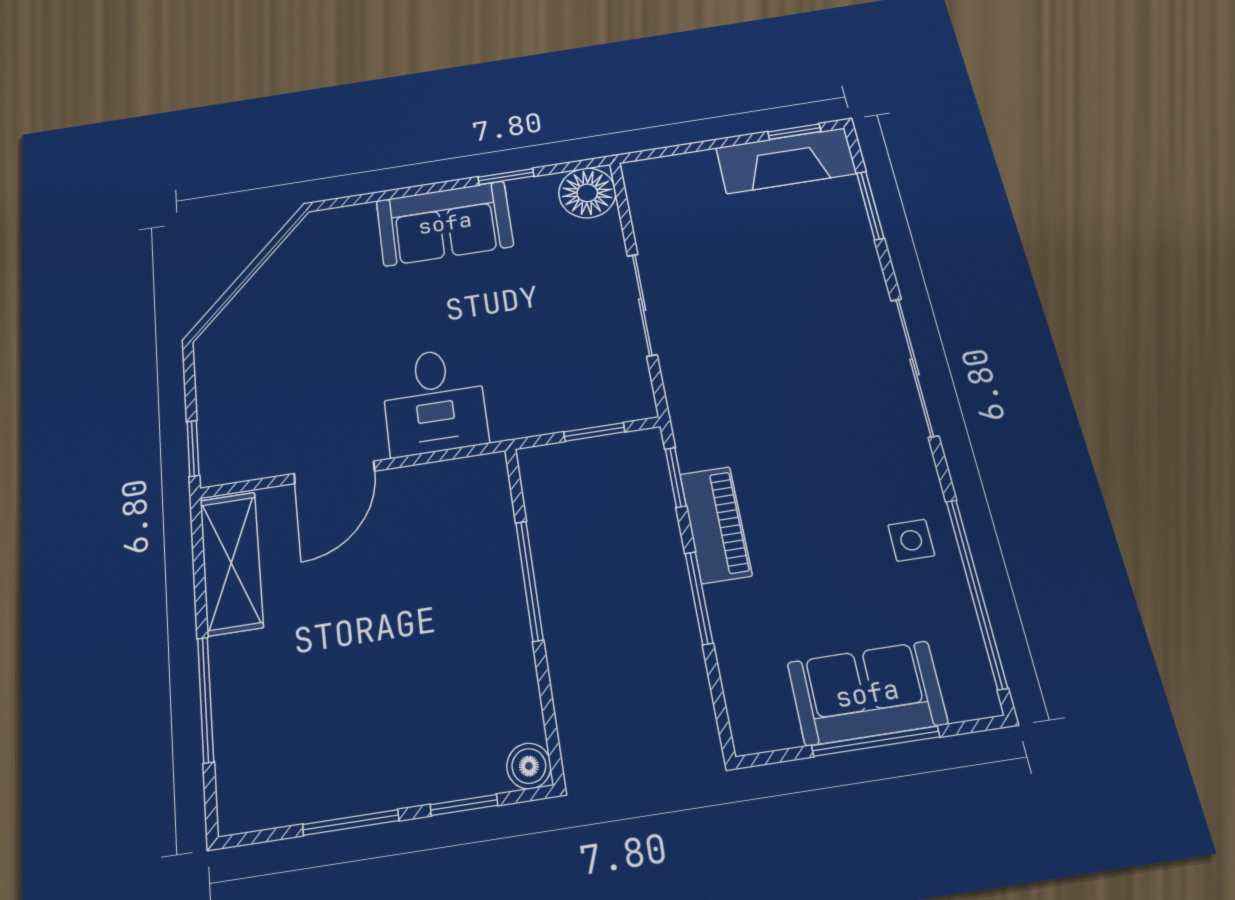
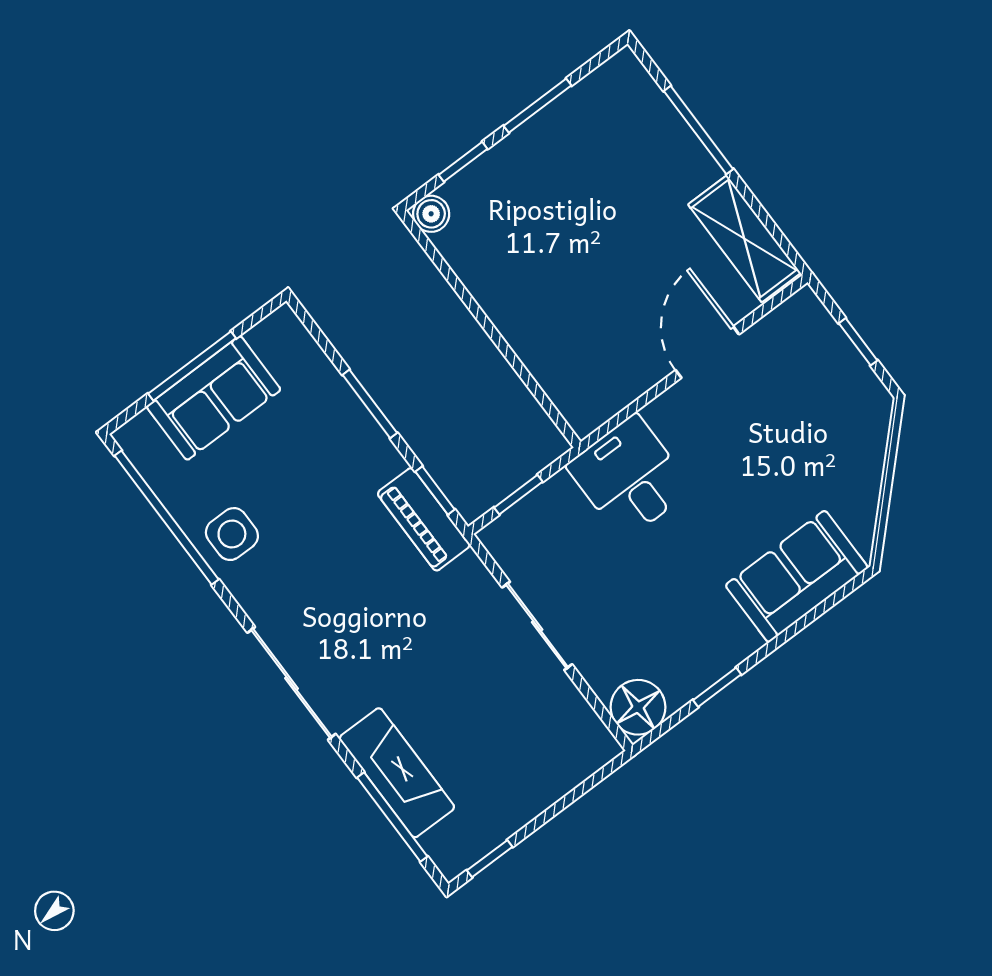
fireplace: (786, 161) -> (397, 773), moved, turned 90
window: (870, 205) -> (392, 817), width x1.44
sofa: (445, 223) -> (797, 576), moved
desk: (434, 401) -> (629, 477), moved
window: (193, 448) -> (858, 342), moved
piano: (716, 524) -> (424, 519), moved
side table: (911, 540) -> (232, 534), width x1.37, depth x1.37
window: (529, 581) -> (505, 349), removed

